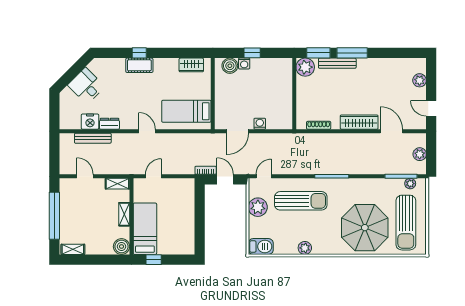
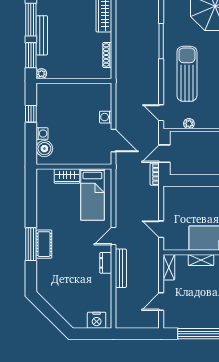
window: (139, 53) -> (31, 244), width x2.17
window: (252, 53) -> (31, 114), moved
wardrobe: (191, 65) -> (67, 176), moved, turned 90
plant: (305, 67) -> (41, 74), width x0.53, depth x0.53
desk: (86, 86) -> (66, 300), removed
nightstand: (90, 122) -> (97, 320), moved, turned 90
dresser: (109, 124) -> (106, 263), moved
bench: (93, 138) -> (121, 268), moved
plant: (258, 207) -> (189, 124), width x0.53, depth x0.53

